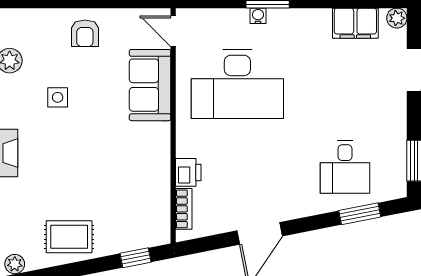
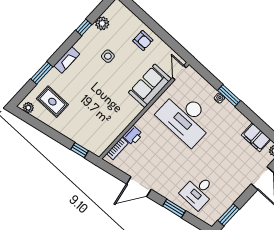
armchair: (85, 33) -> (143, 40), turned -90
window: (360, 214) -> (174, 208), moved
rug: (69, 237) -> (52, 102), moved

